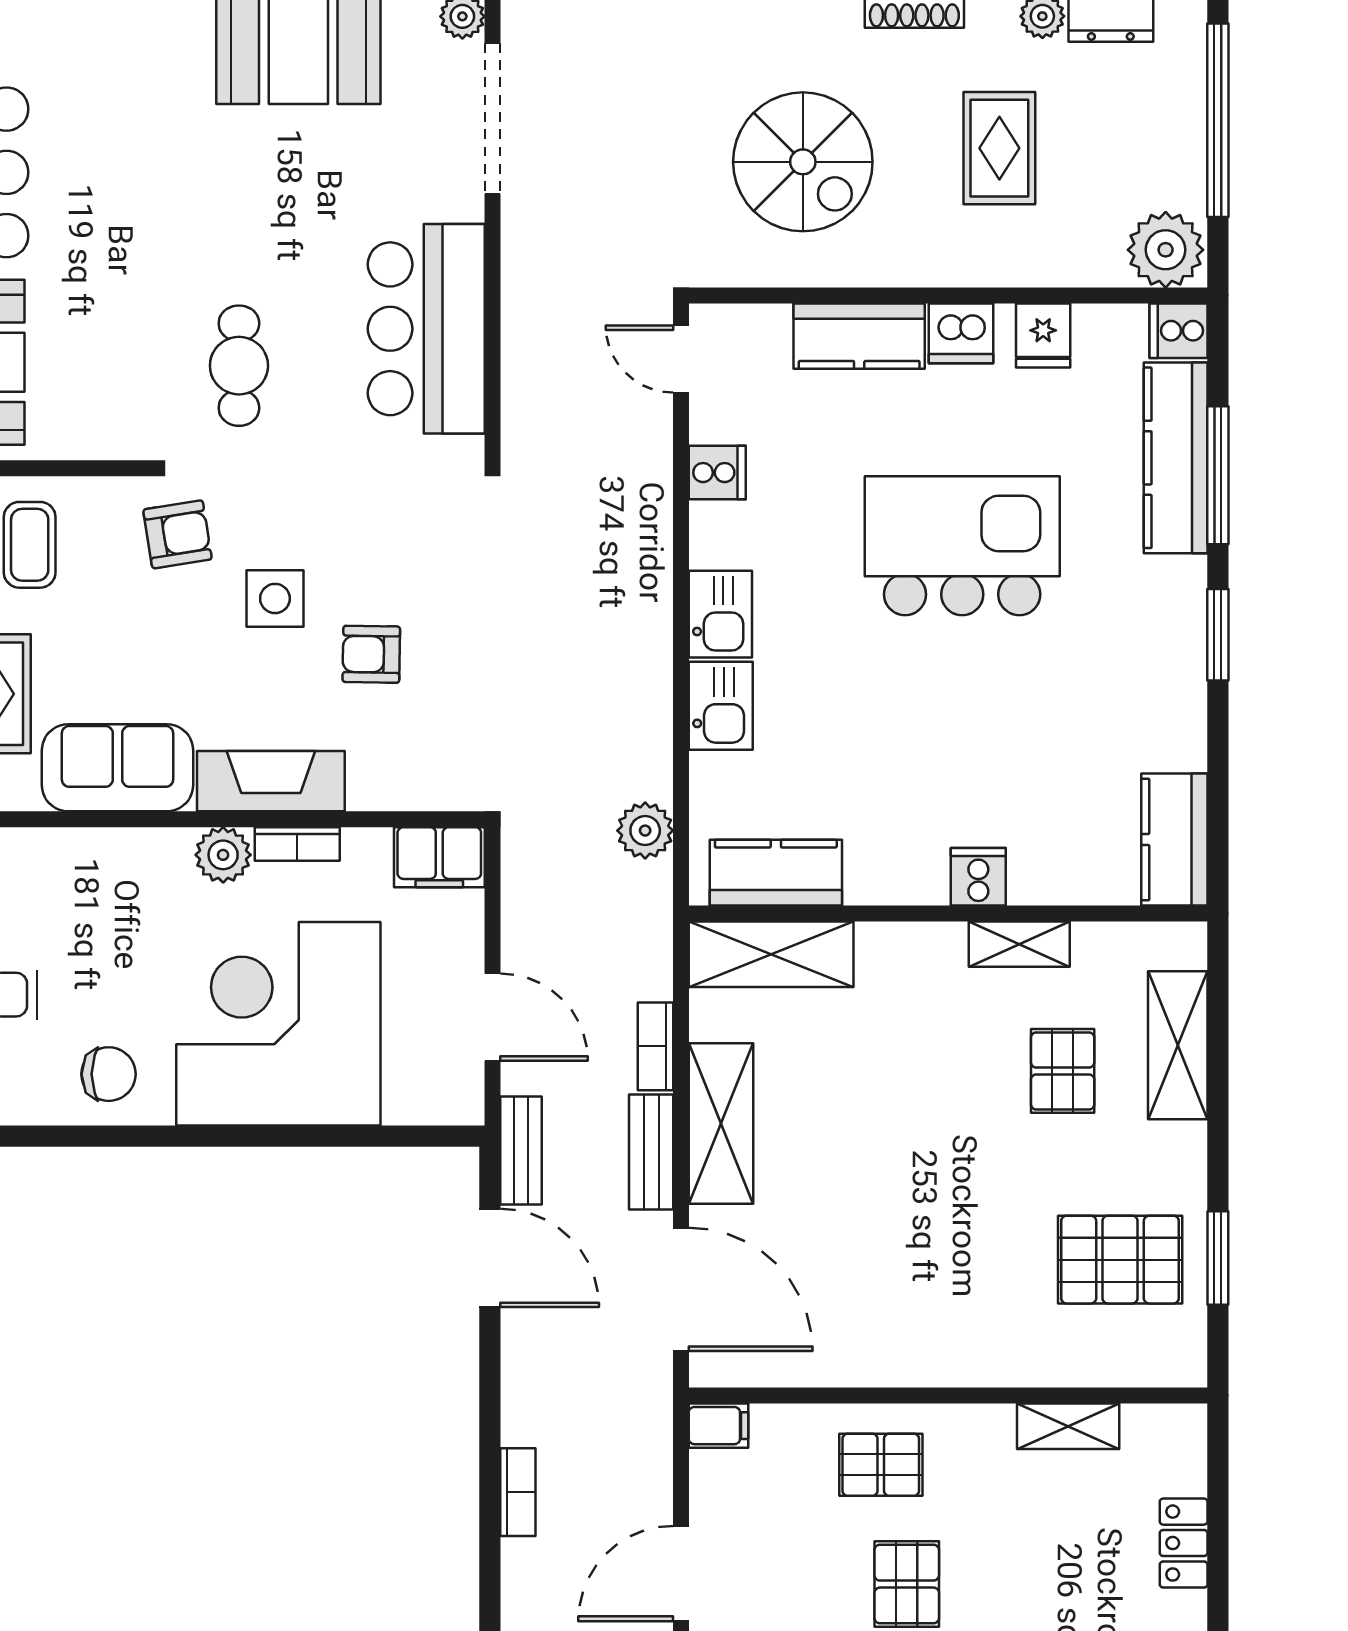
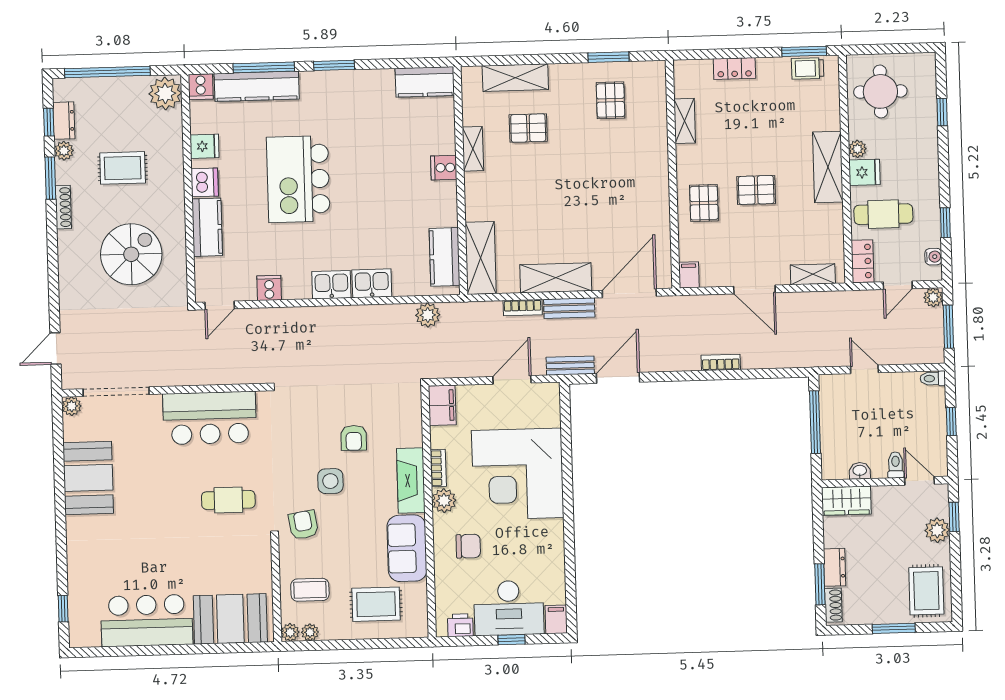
chair: (109, 1074) -> (468, 546), moved, turned 90
pallet: (1120, 1260) -> (610, 100), width x0.67, depth x0.71

